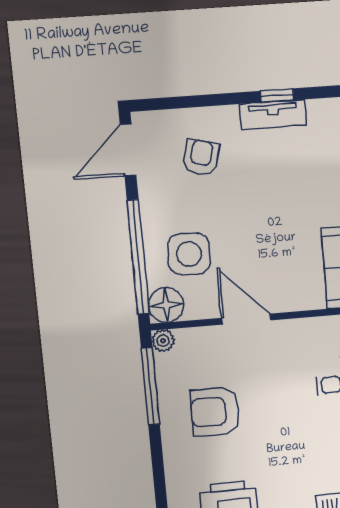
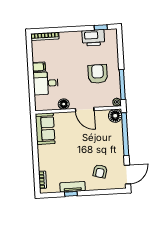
side table: (189, 254) -> (106, 135), removed
floor lamp: (301, 332) -> (64, 104), added
armchair: (215, 411) -> (98, 74), turned -90

